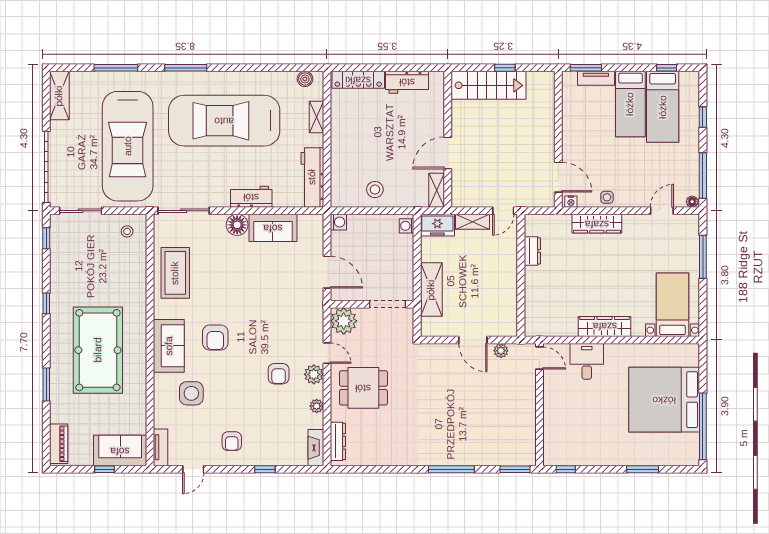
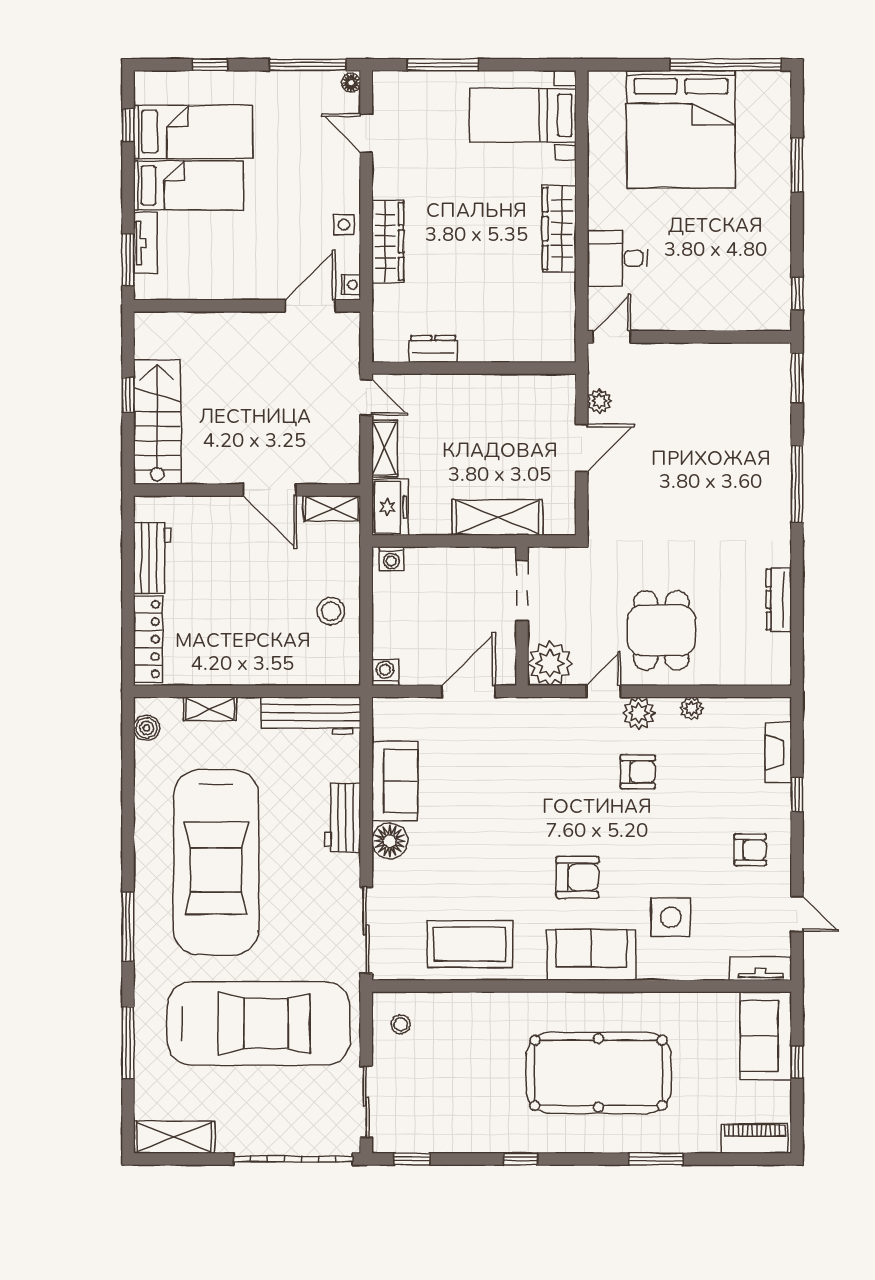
dresser: (338, 441) -> (779, 599), moved, turned -90
fireplace: (316, 448) -> (778, 753), moved, turned 90

